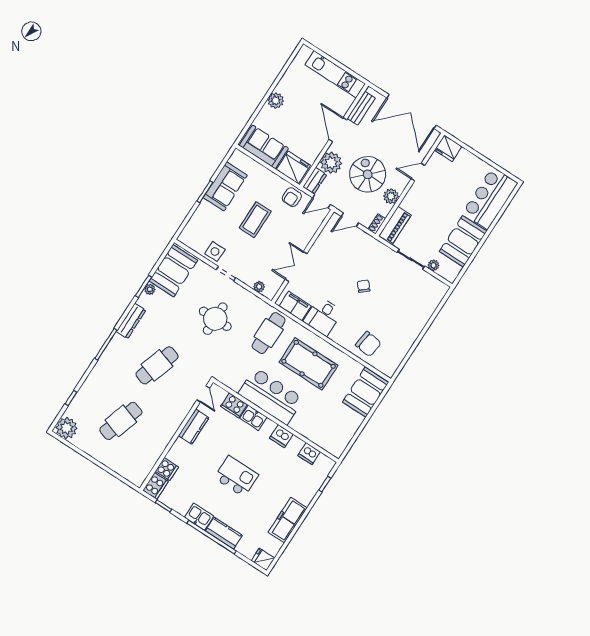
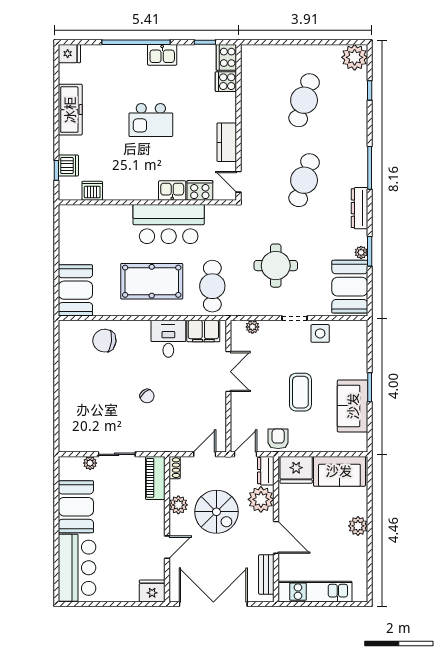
dishwasher: (281, 436) -> (68, 165), moved, turned 90
kitchen counter: (224, 533) -> (126, 54), removed

